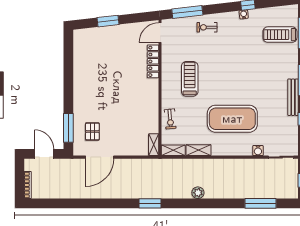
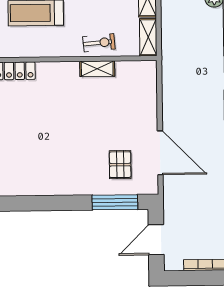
pallet: (92, 131) -> (120, 165), turned 90
shelving: (154, 145) -> (97, 69), moved

